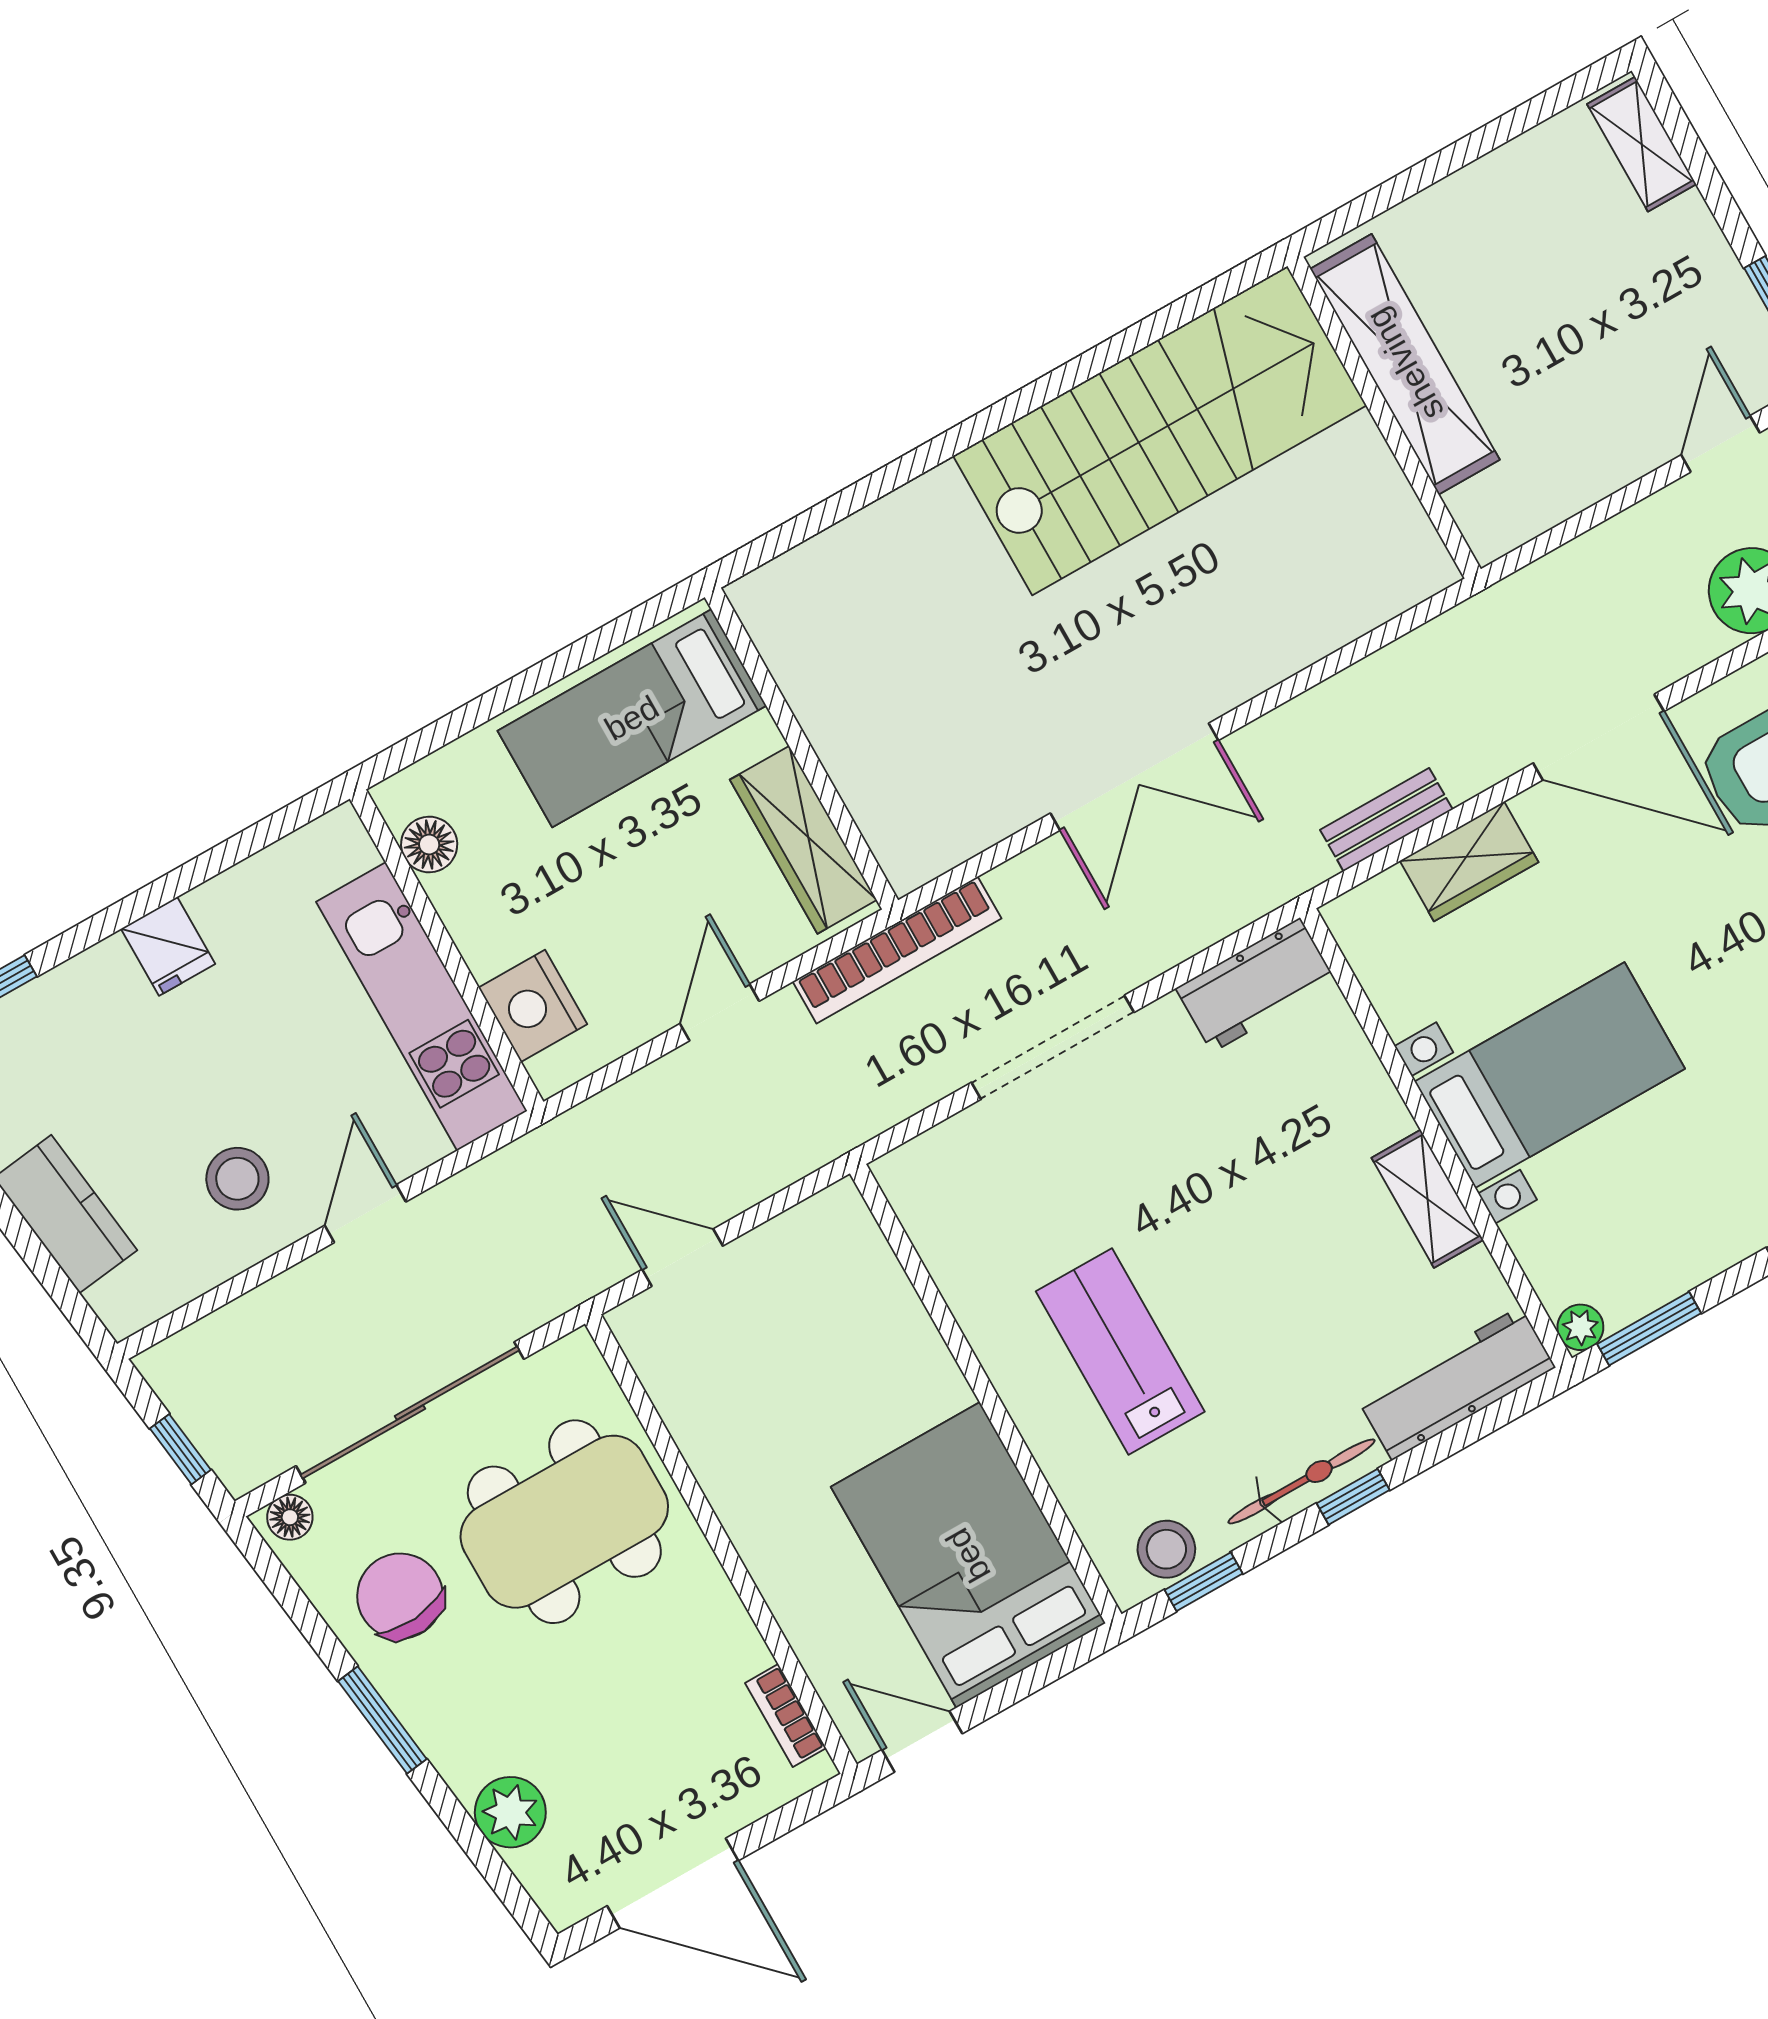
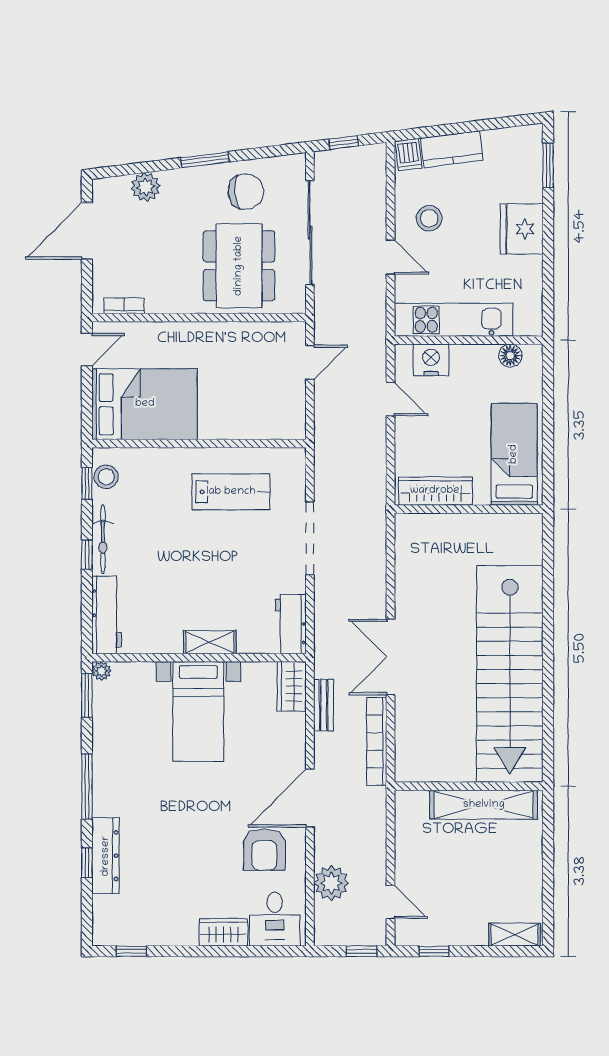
stairs: (1160, 431) -> (510, 674), width x1.36
double door: (1134, 777) -> (391, 657), moved
wardrobe: (1469, 861) -> (292, 686), moved
fridge: (168, 946) -> (522, 229), width x1.88, depth x1.34
bookcase: (897, 950) -> (377, 741), moved
door: (720, 1012) -> (391, 399), moved
shelving: (1427, 1199) -> (210, 642), moved
dishwasher: (128, 1298) -> (408, 155), added
lab bench: (1120, 1351) -> (231, 492), moved
floor lamp: (290, 1517) -> (297, 168), removed

